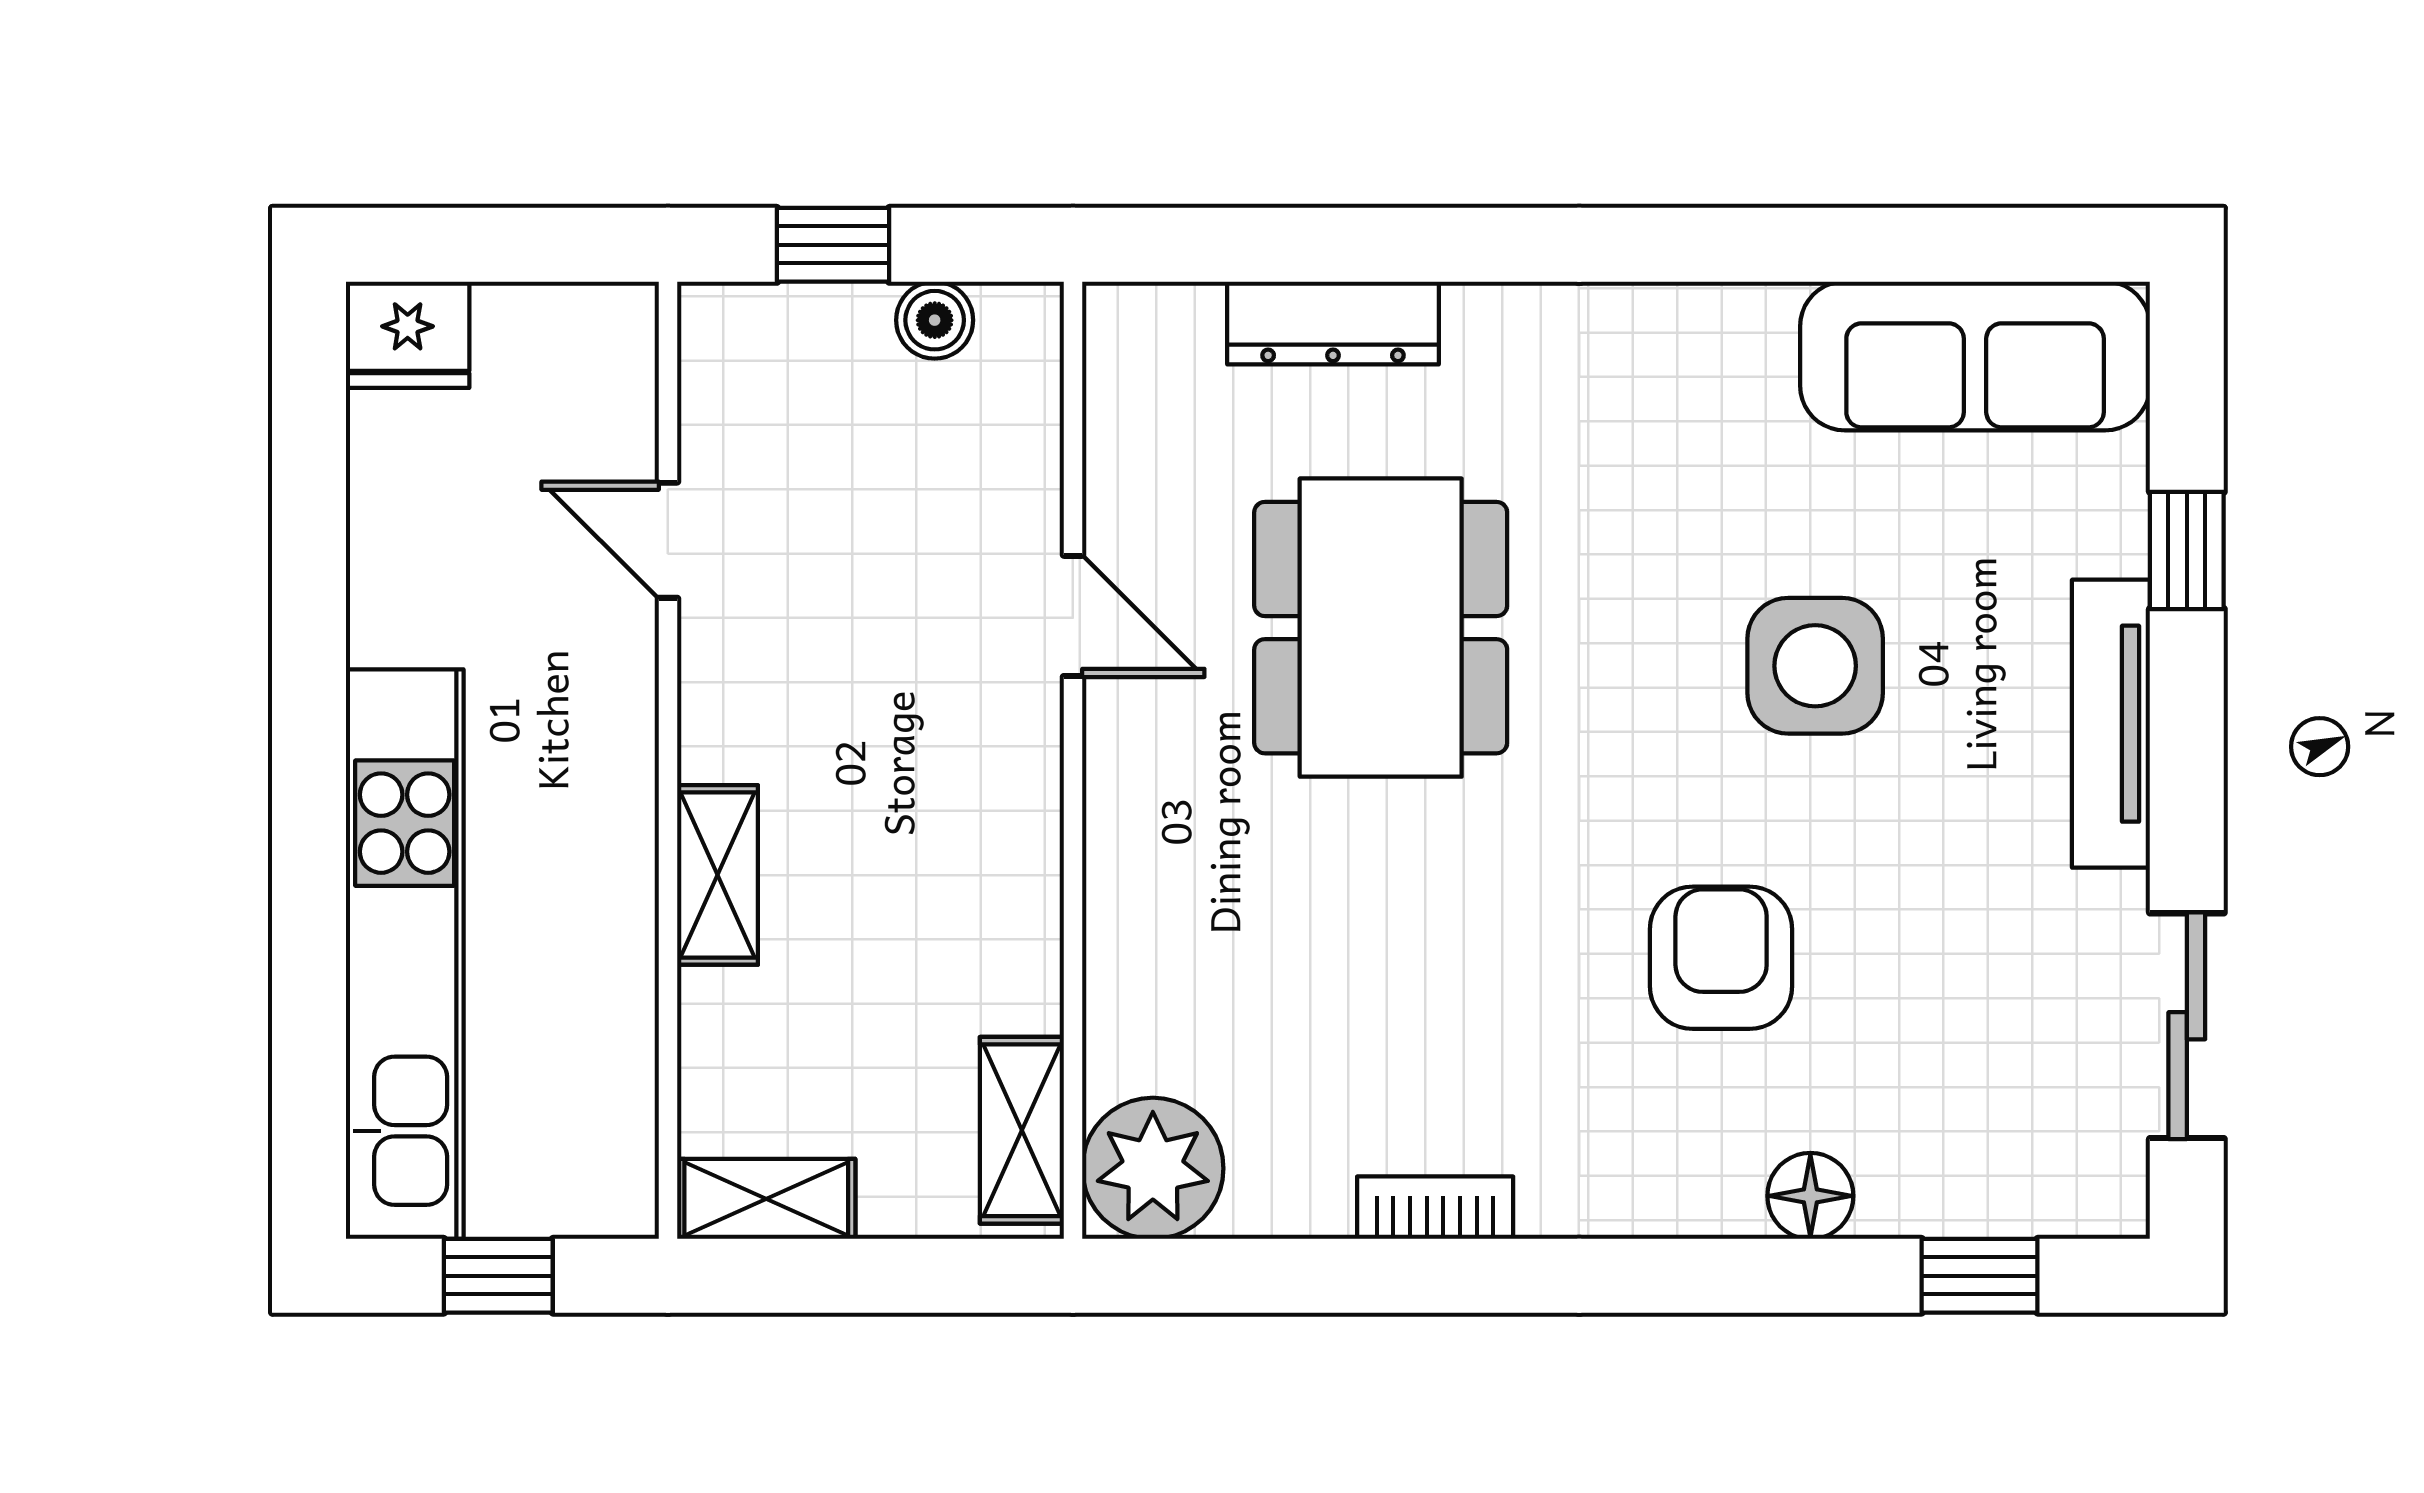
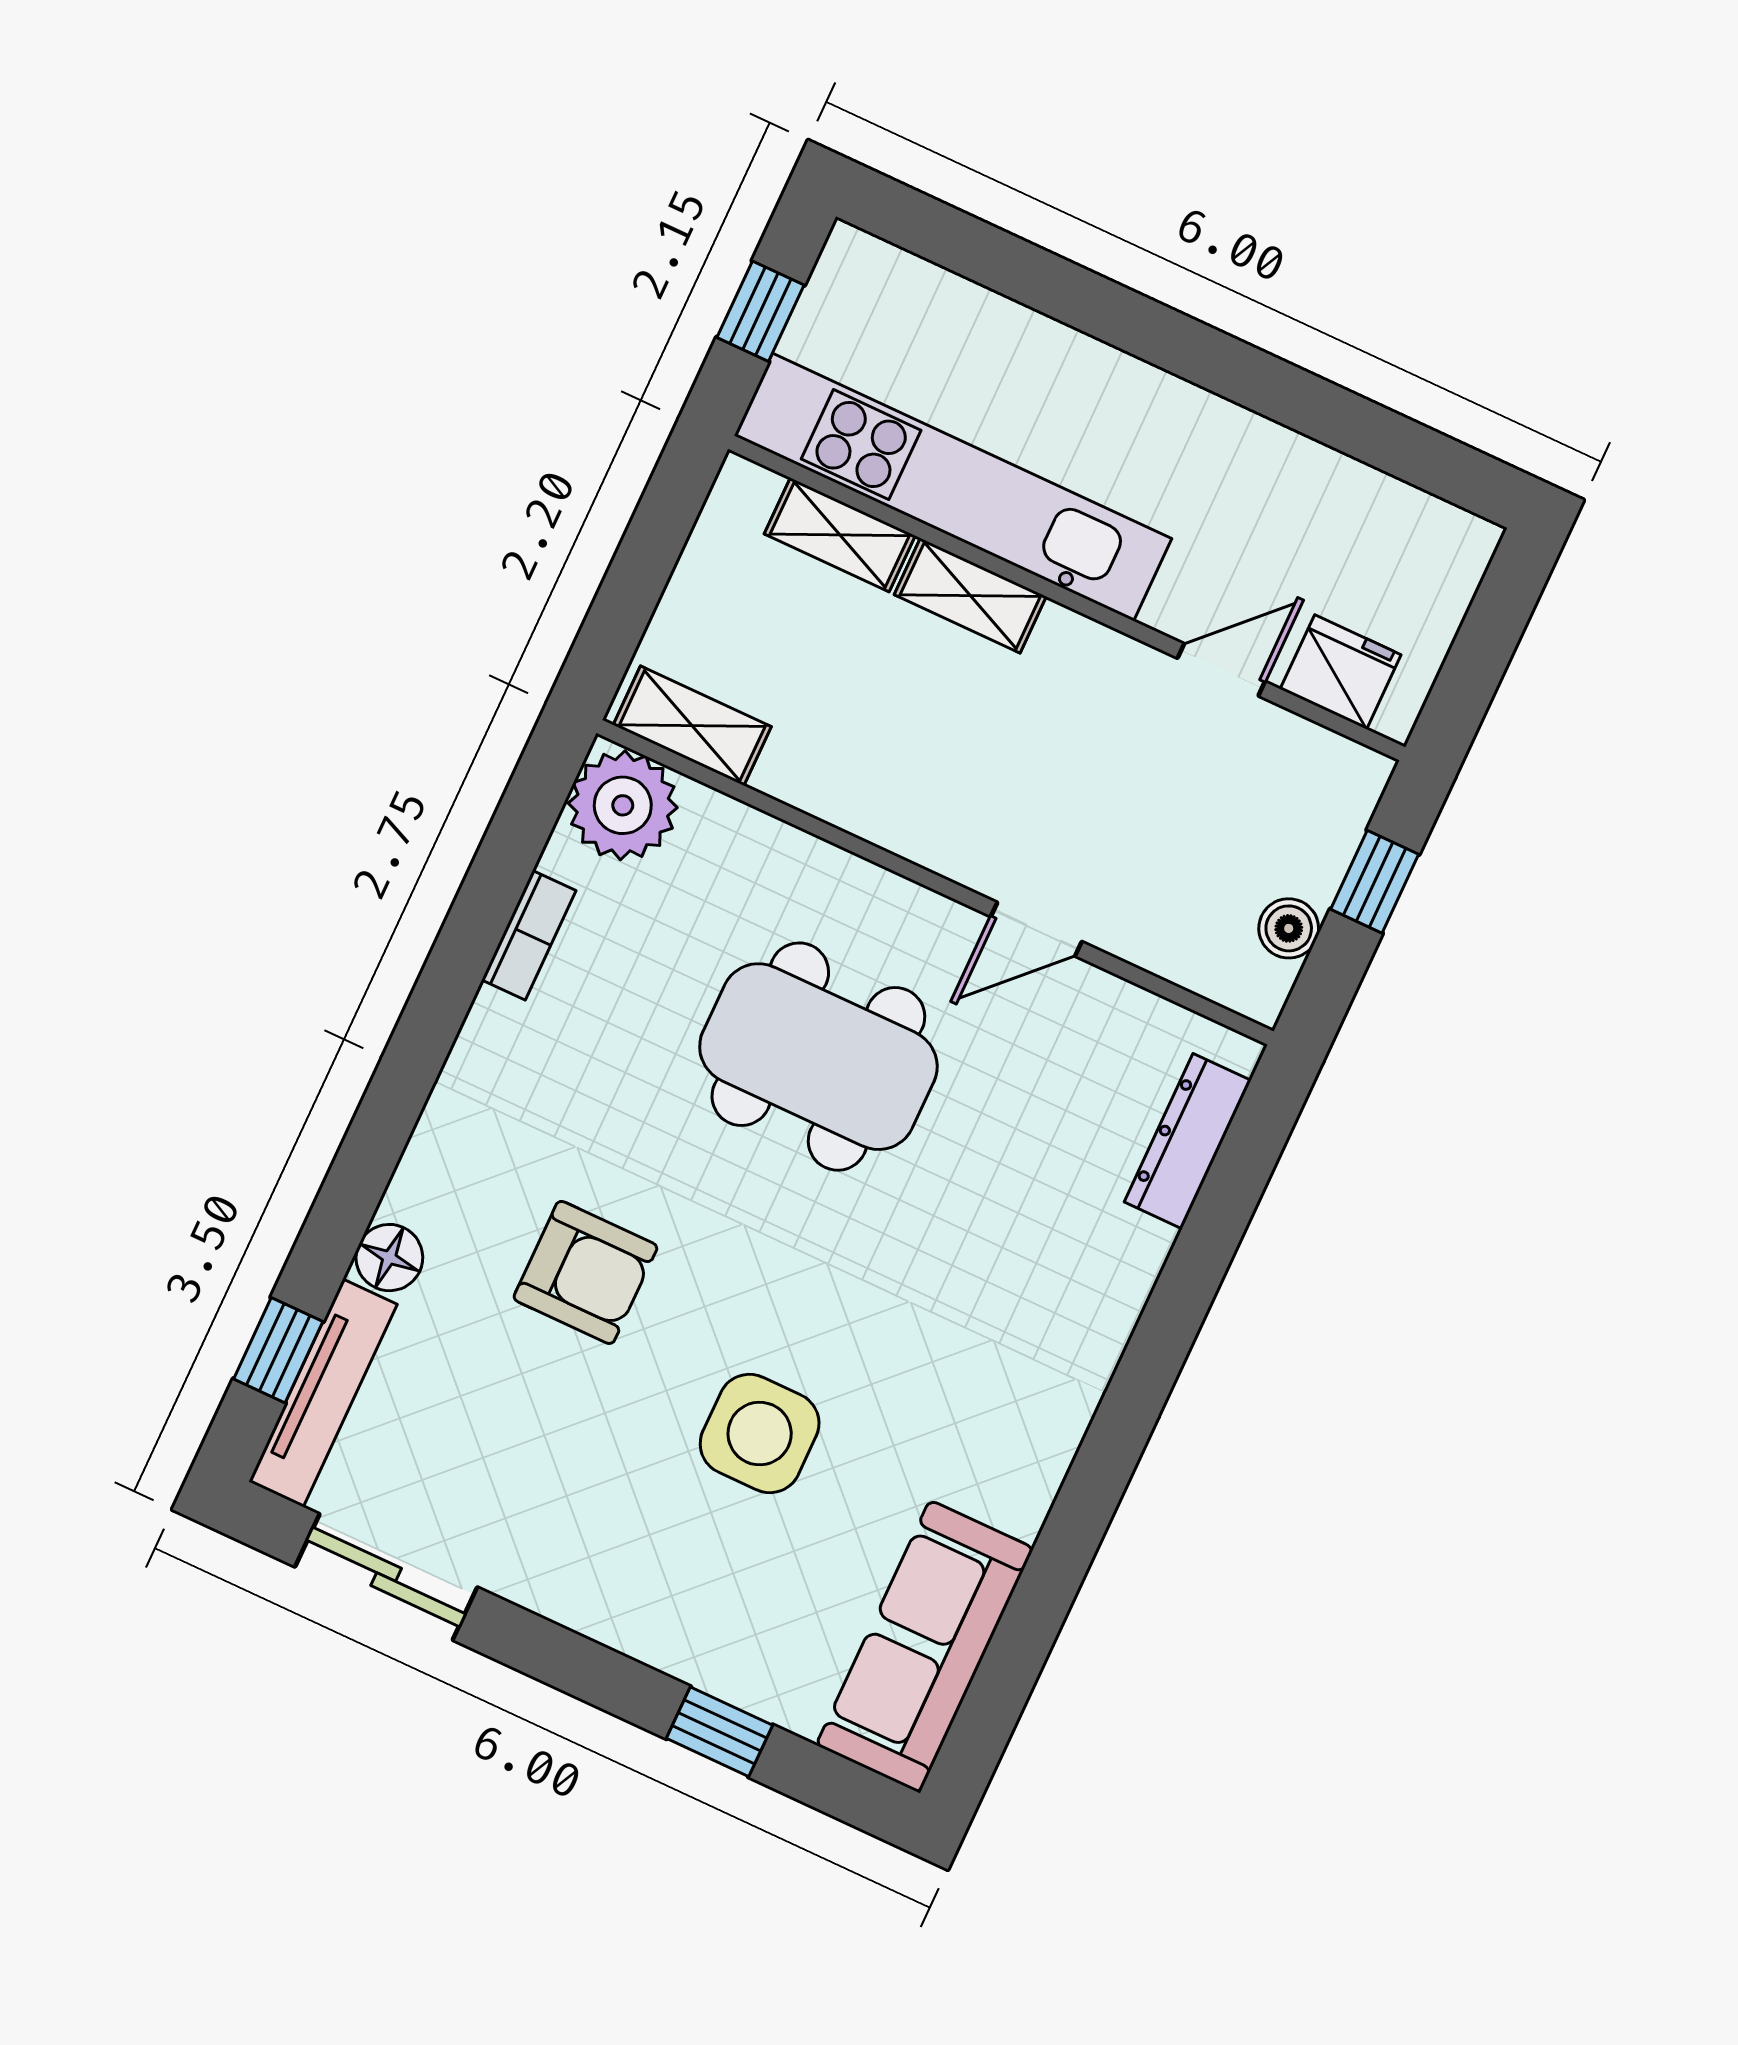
dresser: (1333, 323) -> (1188, 1141), moved
fridge: (408, 335) -> (1341, 672), moved, turned 90
dining table: (1381, 628) -> (818, 1057), moved
tv unit: (2111, 724) -> (323, 1393), moved, turned 90
kitchen unit: (405, 954) -> (953, 487), moved, turned 180
shelving: (766, 1199) -> (840, 535), moved, turned 90
bookcase: (1435, 1208) -> (529, 935), moved

